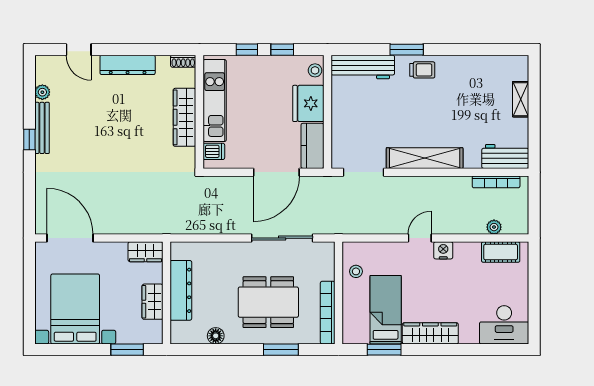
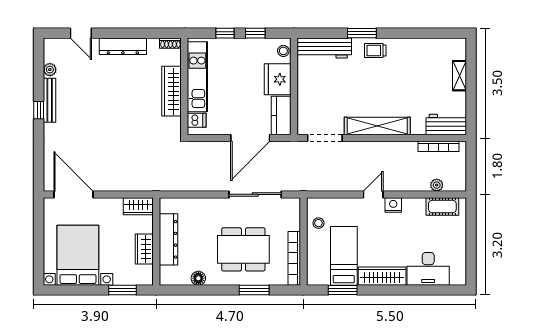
trolley: (422, 70) -> (375, 51), turned 180
desk: (504, 325) -> (428, 269), moved

